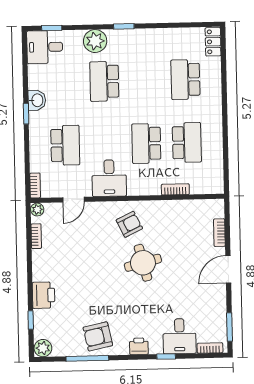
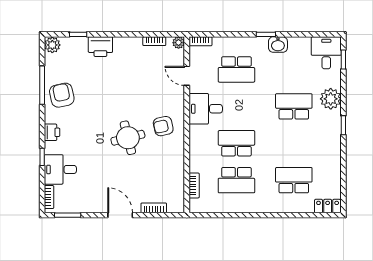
bookcase: (175, 189) -> (194, 185), moved
armchair: (129, 224) -> (163, 126), turned 104

